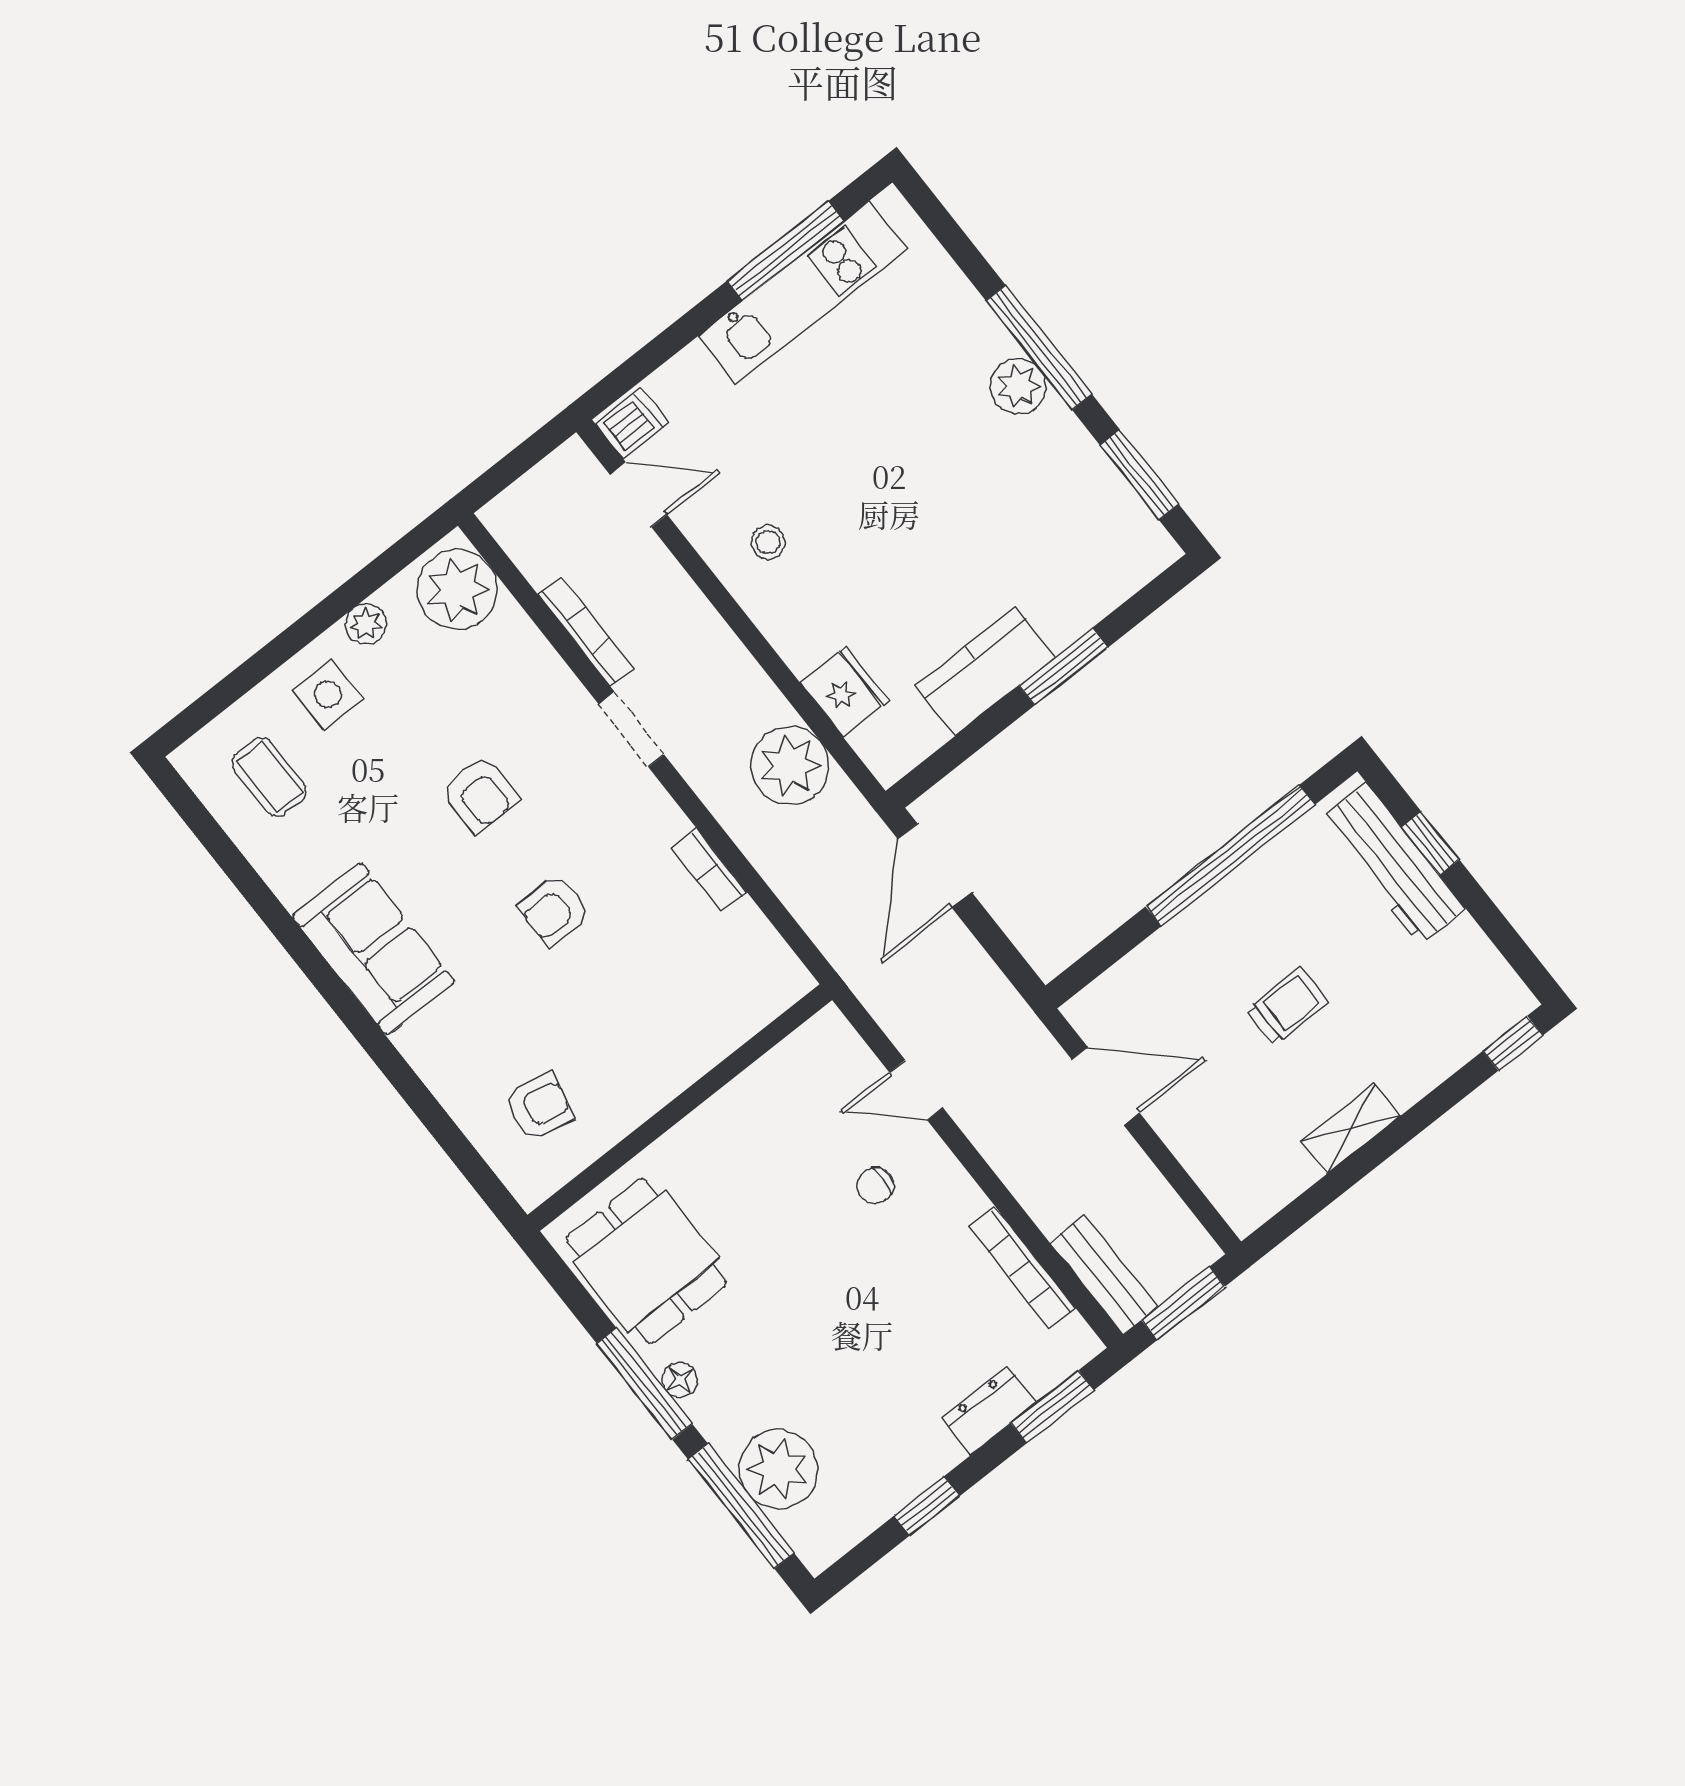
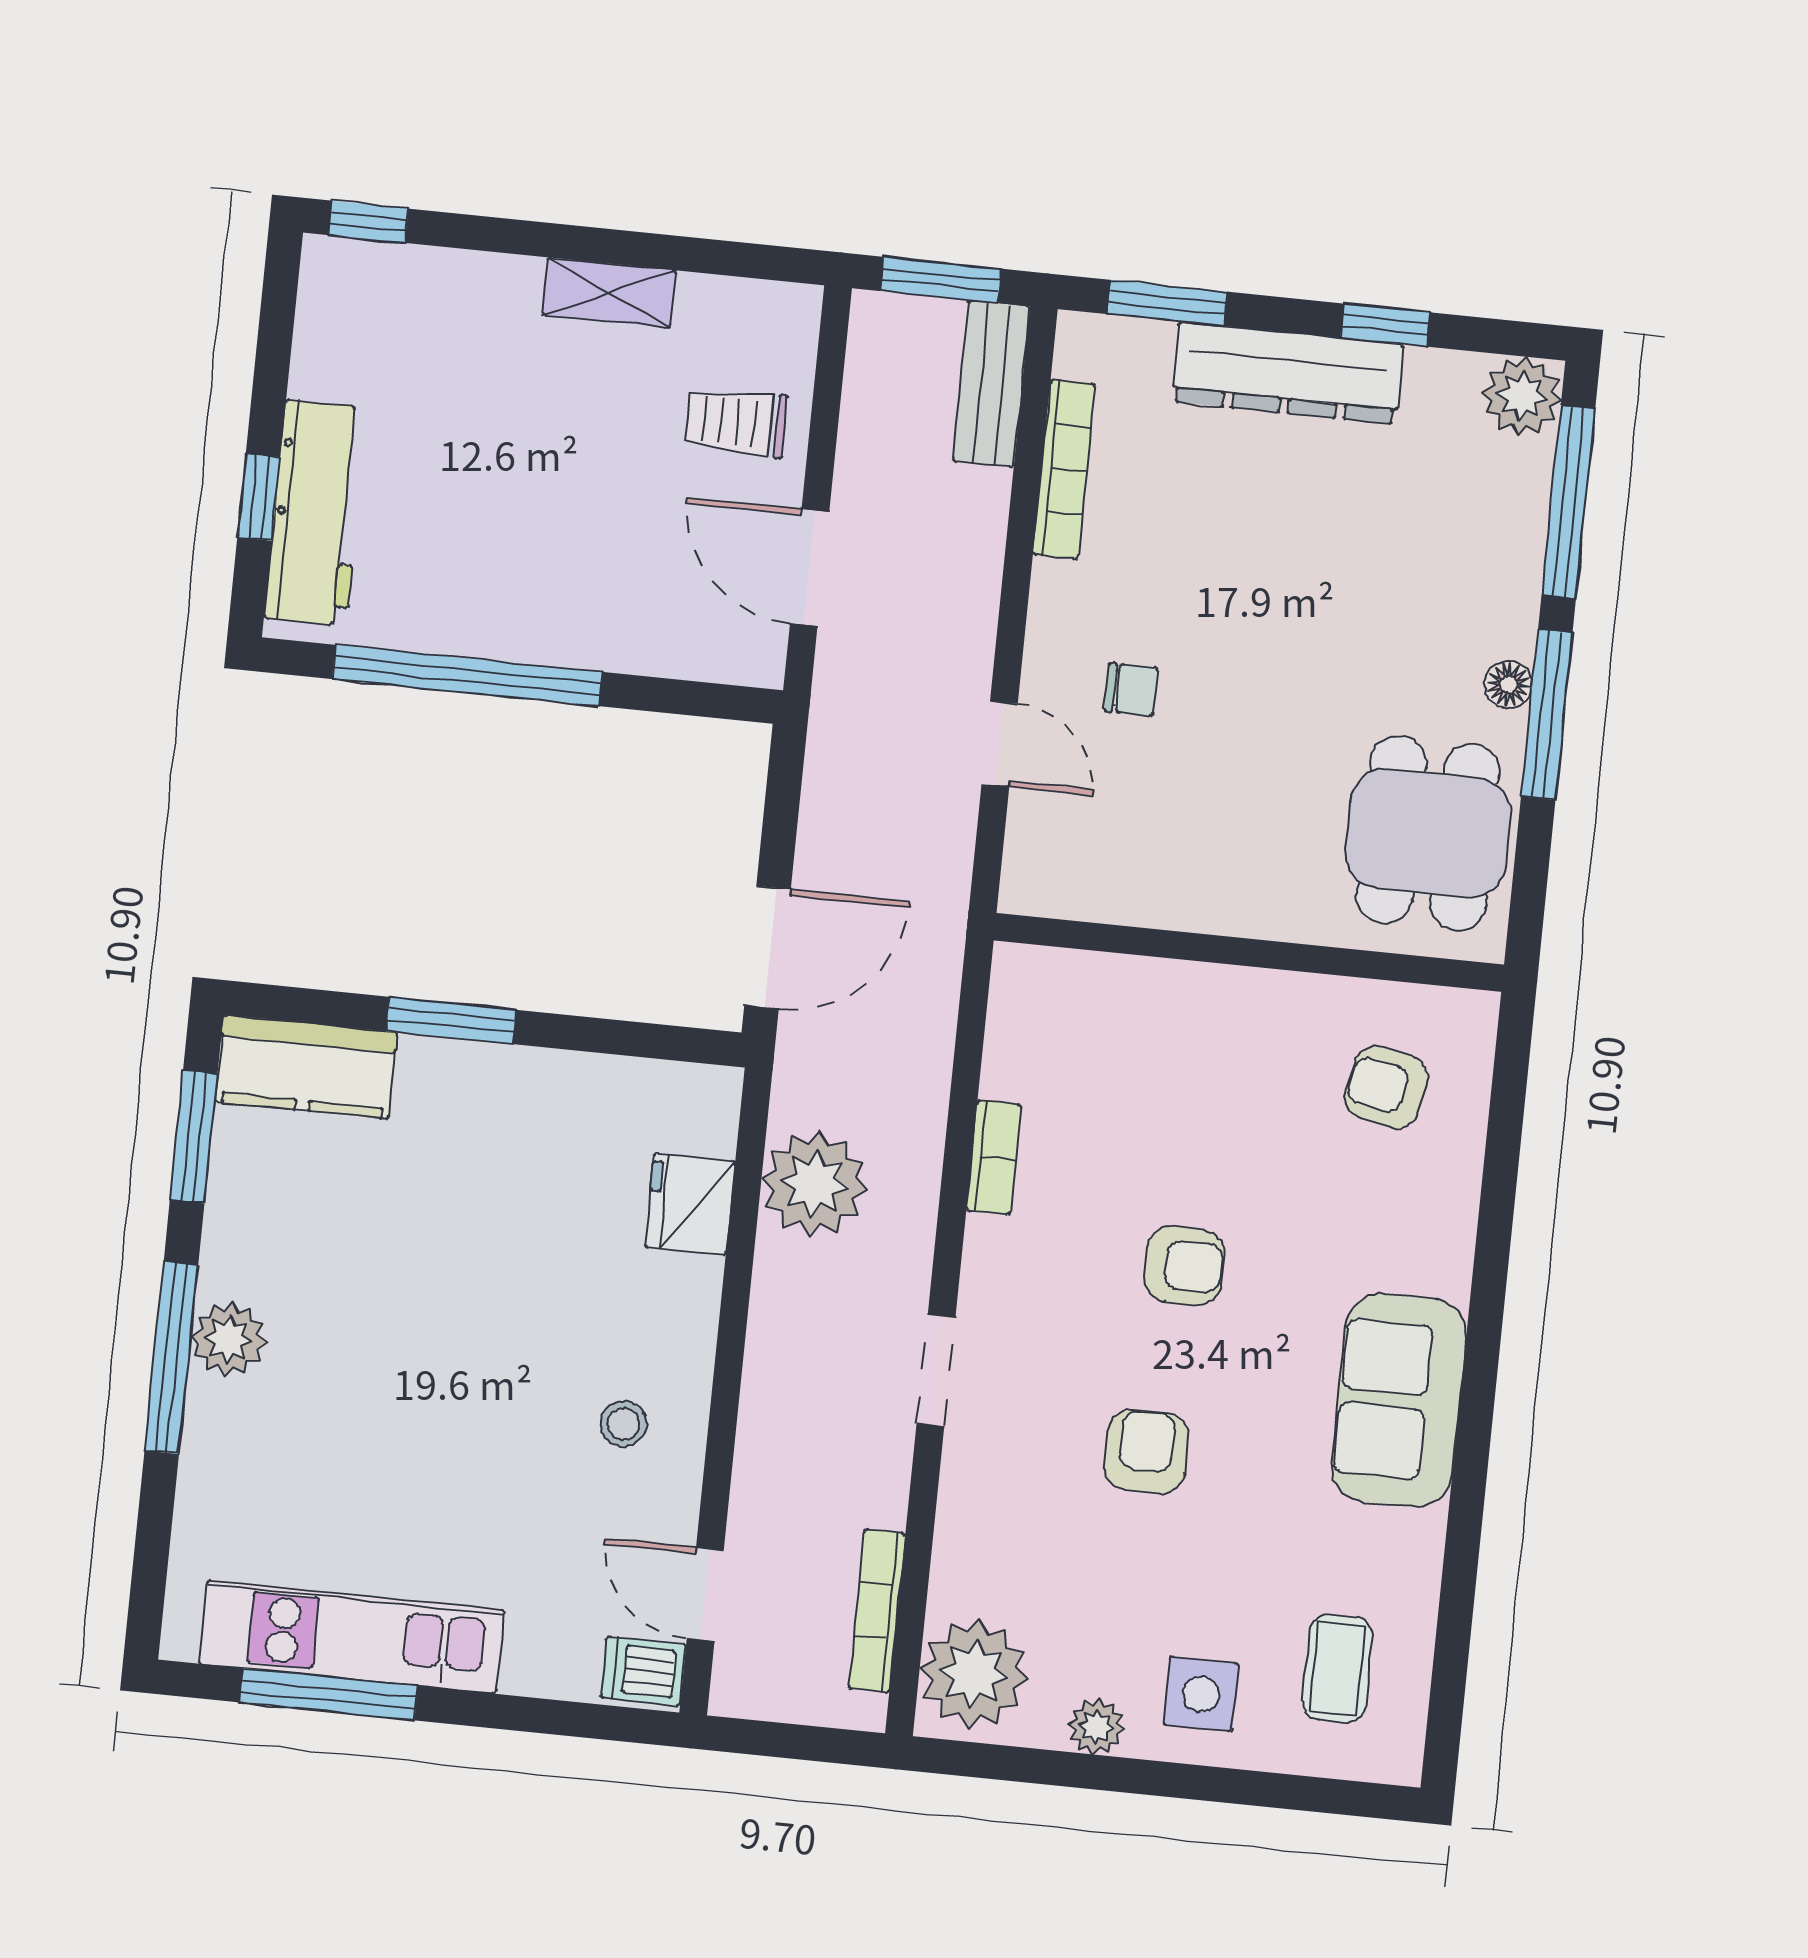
bookcase: (586, 631) -> (877, 1611), moved
kitchen counter: (985, 671) -> (306, 1067), moved
trolley: (1288, 1006) -> (736, 422), moved
dresser: (989, 1411) -> (1287, 373), width x1.96, depth x1.24
plant: (778, 1469) -> (1522, 396), moved, width x0.73, depth x0.73

